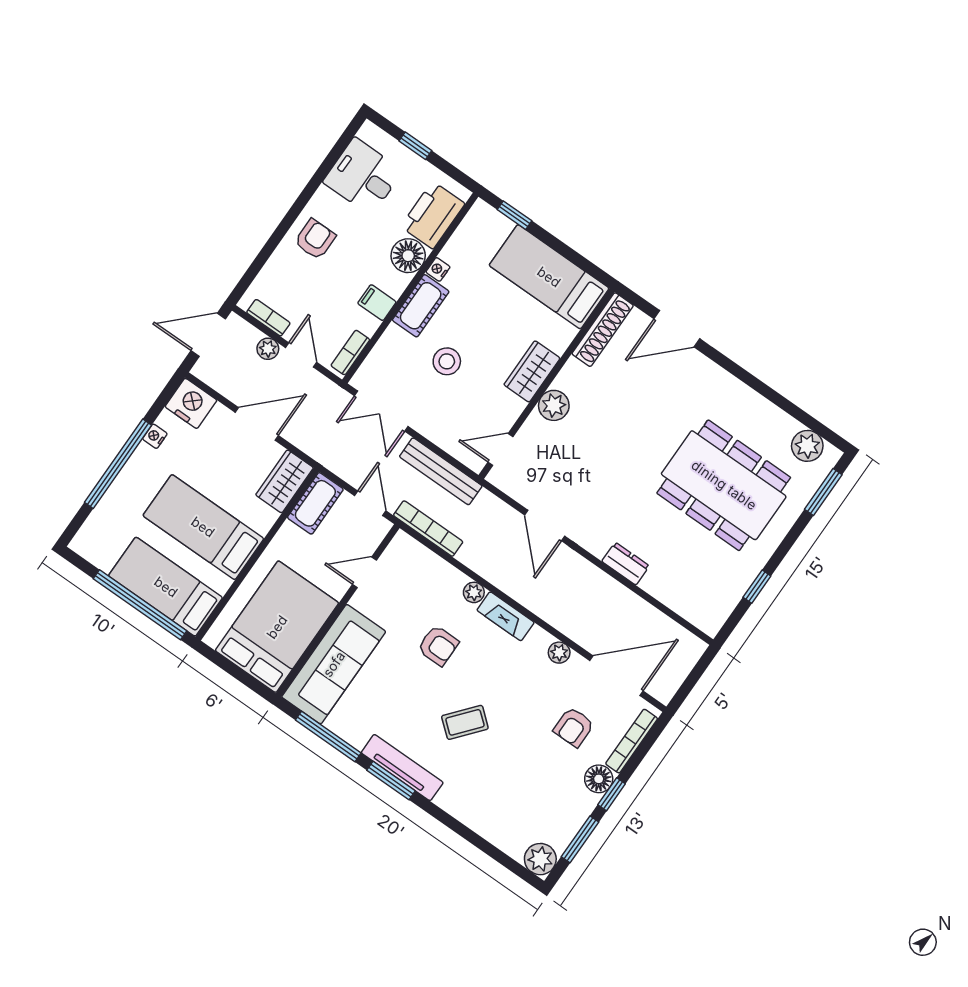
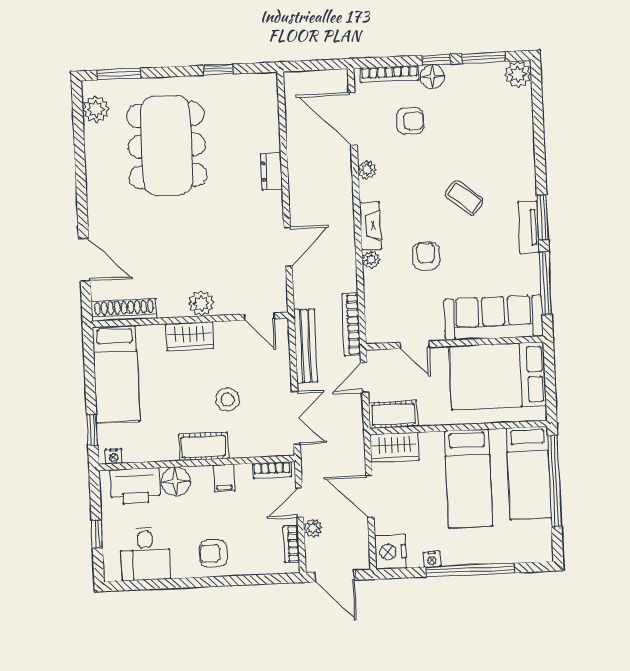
nightstand: (438, 269) -> (114, 456), moved
tv unit: (402, 768) -> (528, 227), width x0.71

